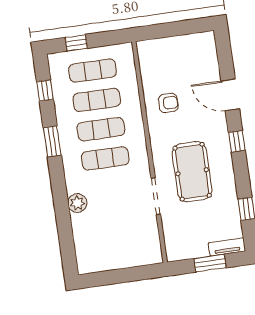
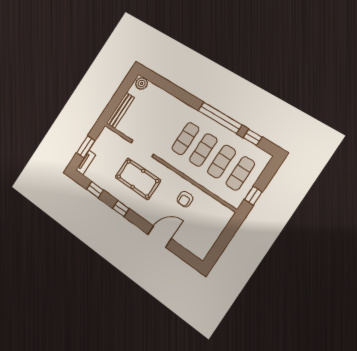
window: (76, 43) -> (253, 196), moved
window: (52, 141) -> (220, 118), width x2.11
window: (237, 141) -> (121, 209), moved
plant: (77, 203) -> (142, 83), moved
bench: (136, 259) -> (120, 110), added

